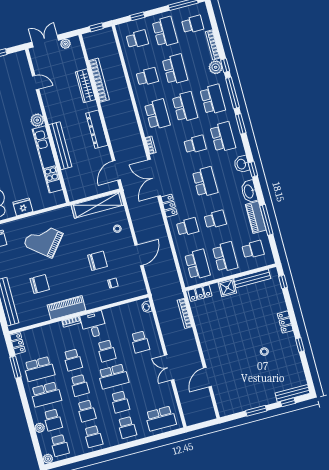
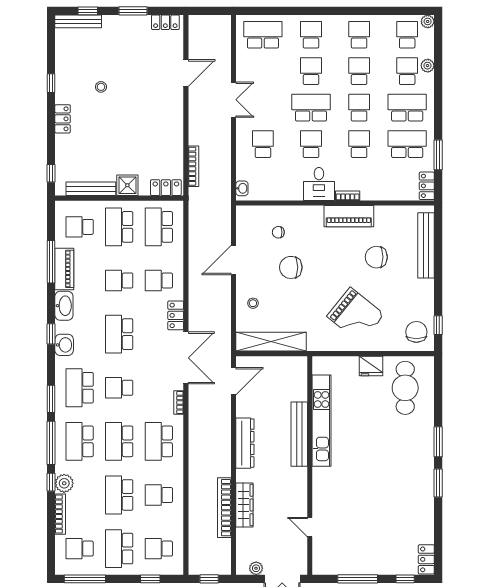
plant: (37, 120) -> (321, 477), removed
locker: (231, 409) -> (165, 22), added

